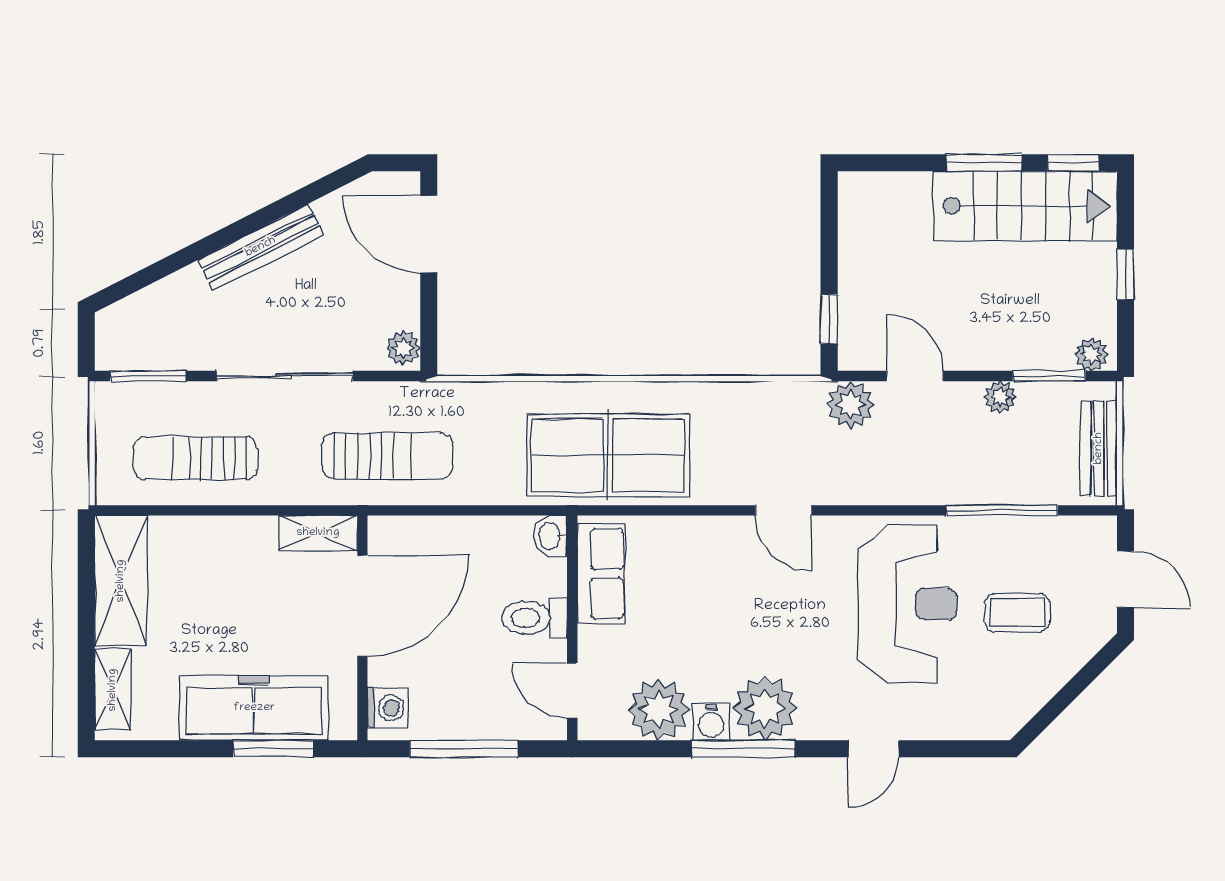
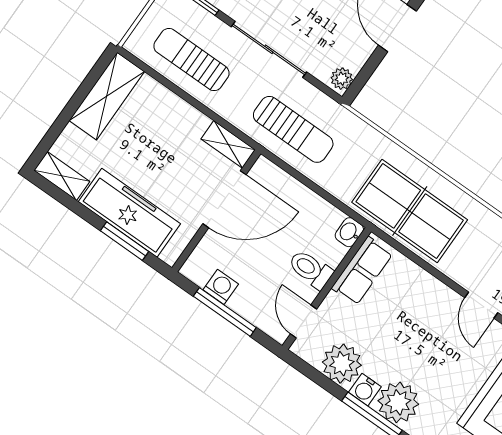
shelving: (113, 690) -> (62, 176), moved, turned 90
washing machine: (387, 708) -> (221, 287), moved, turned -90

